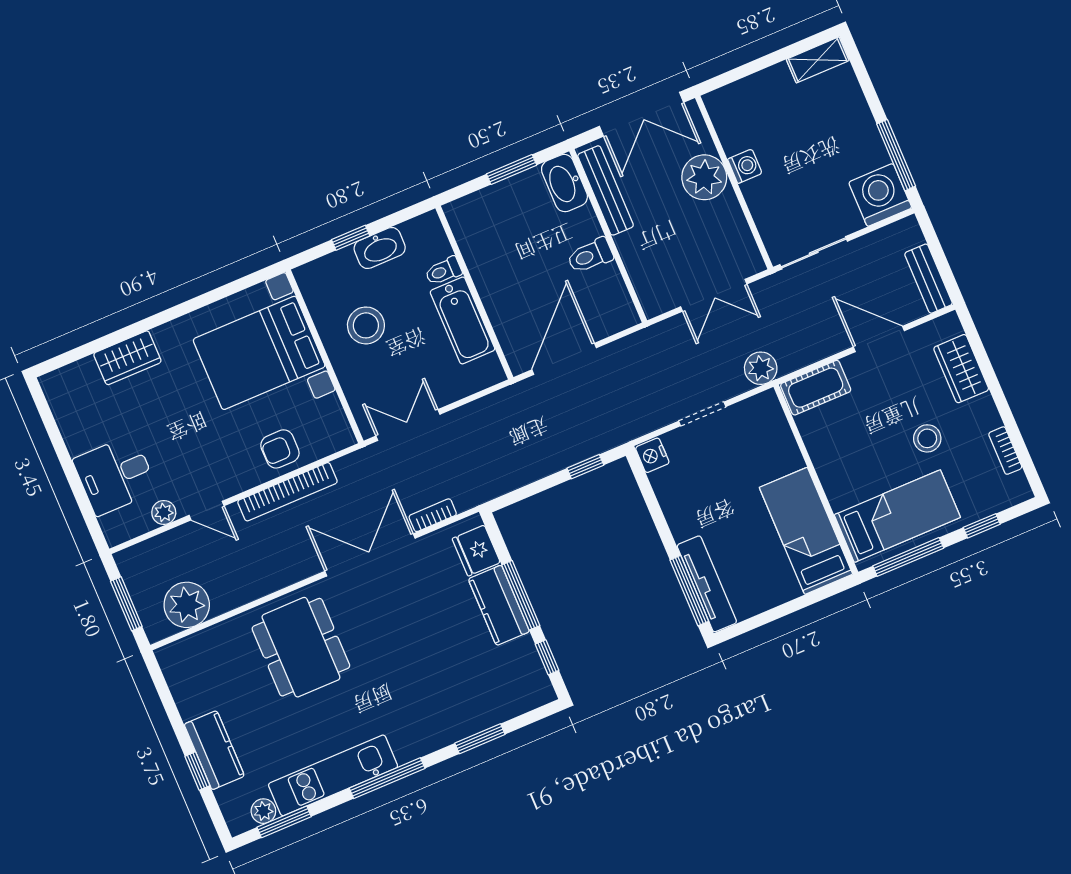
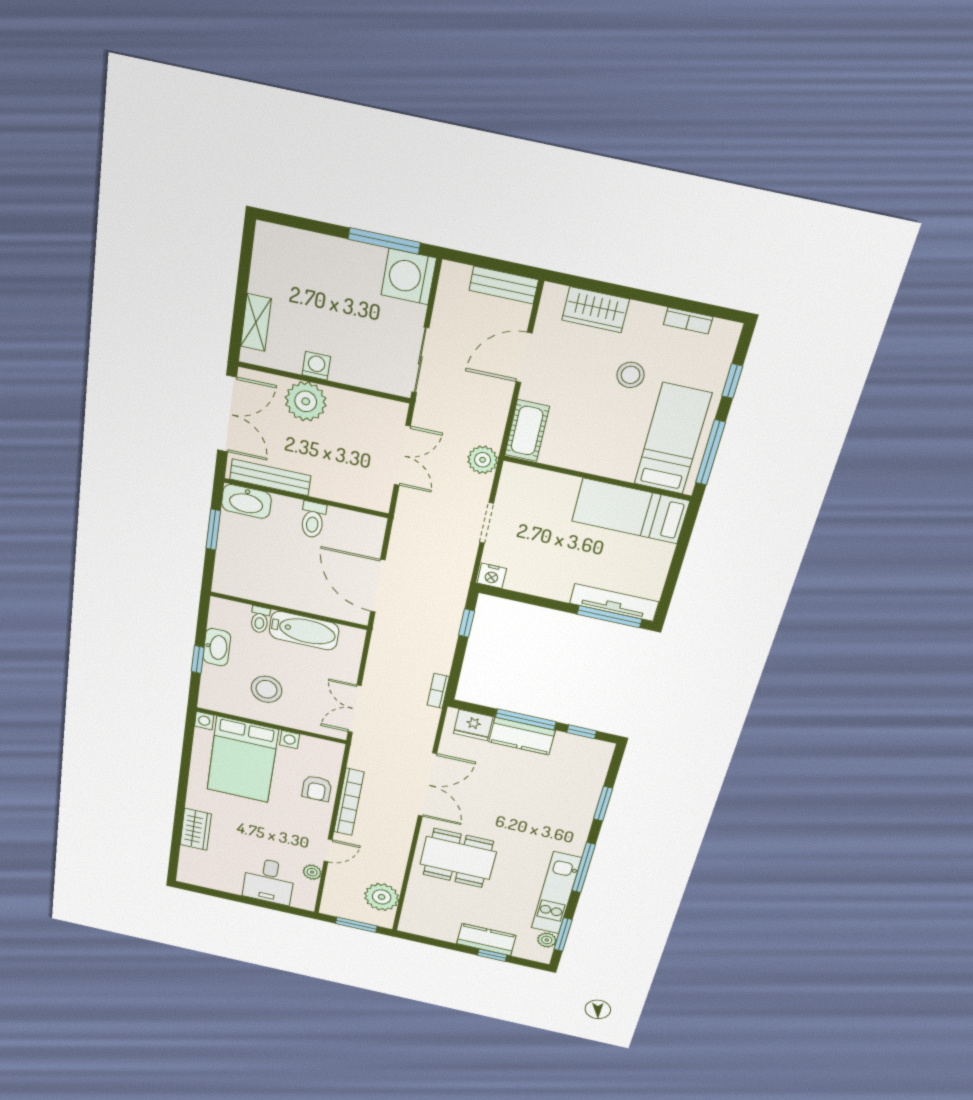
shelving: (818, 60) -> (256, 323), moved
bookcase: (433, 515) -> (438, 691), moved
double door: (370, 555) -> (427, 785), swing flipped

